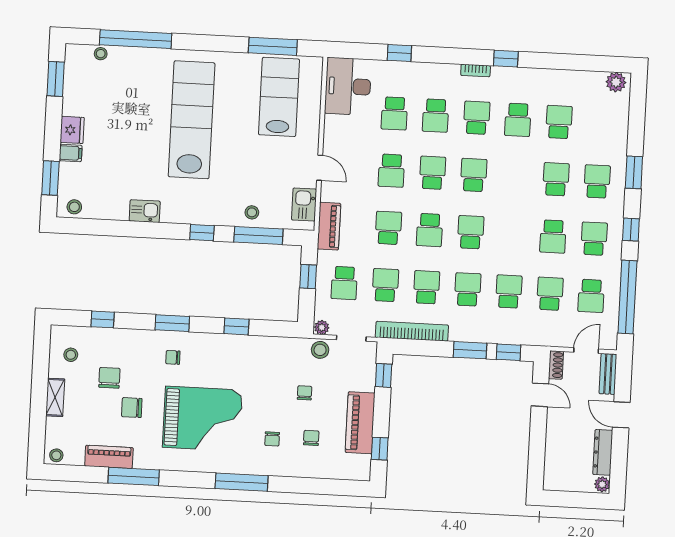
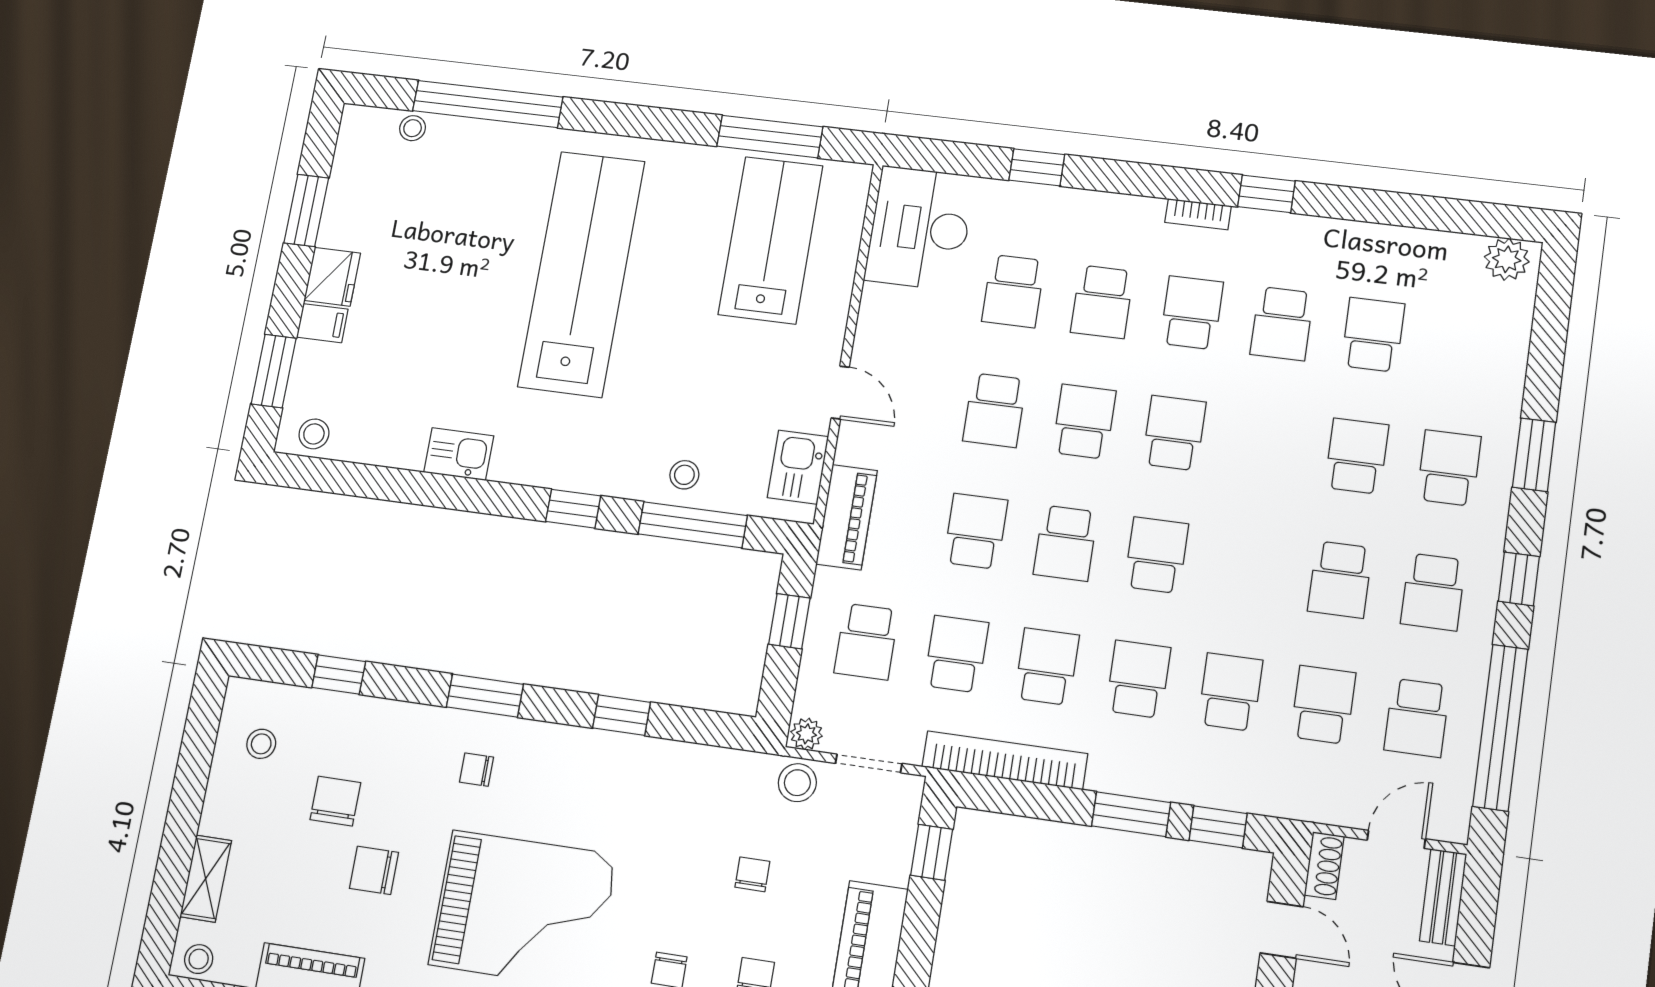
window: (56, 79) -> (306, 210), moved
school desk: (594, 239) -> (1433, 592), turned 180
shelving: (55, 397) -> (206, 879), moved

